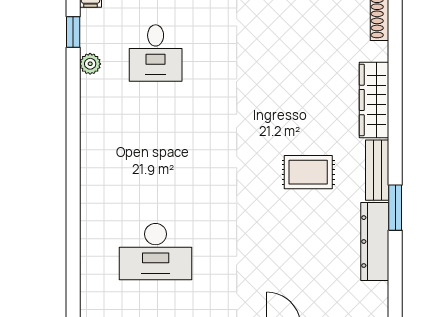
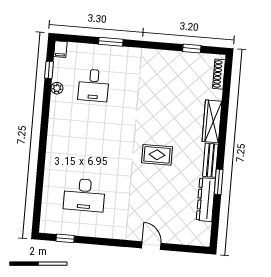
rug: (308, 172) -> (157, 155), moved

